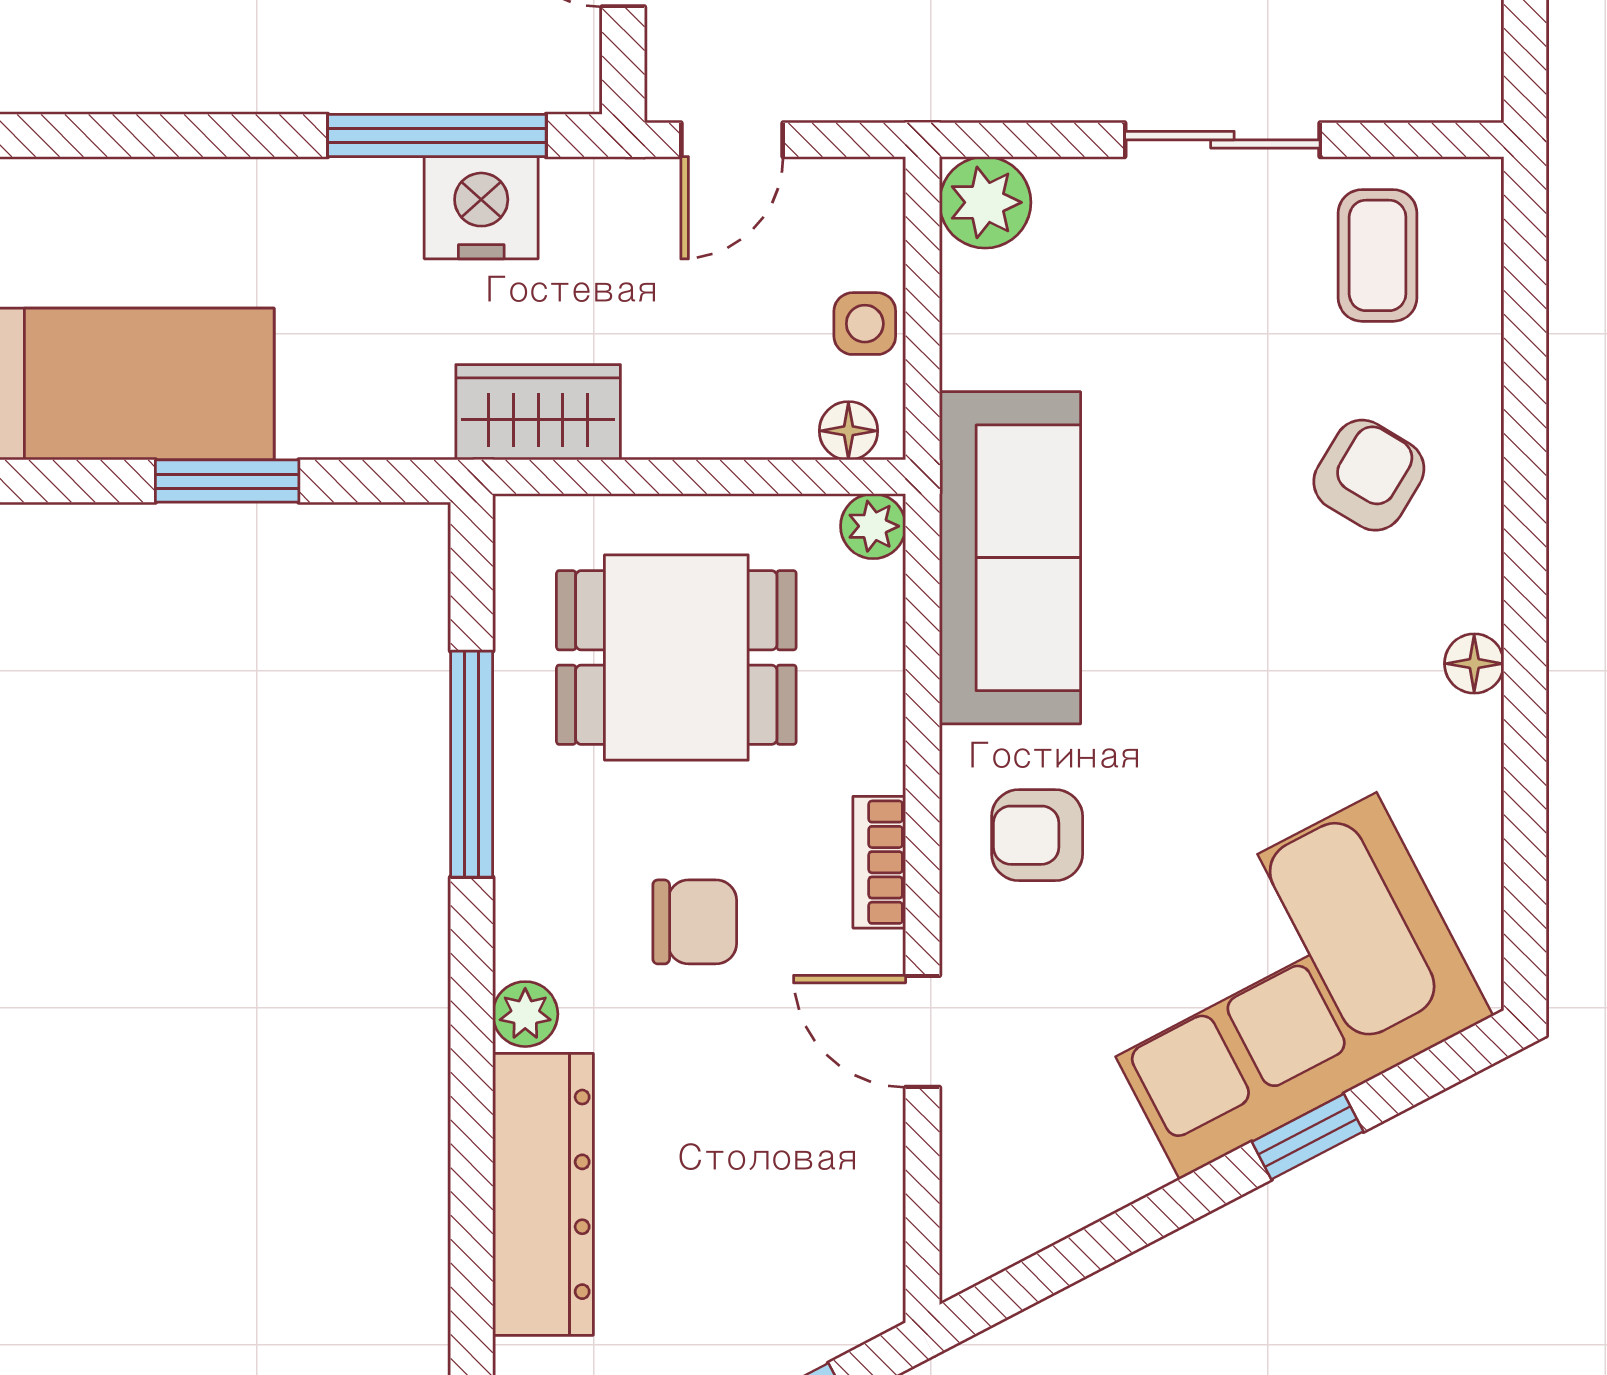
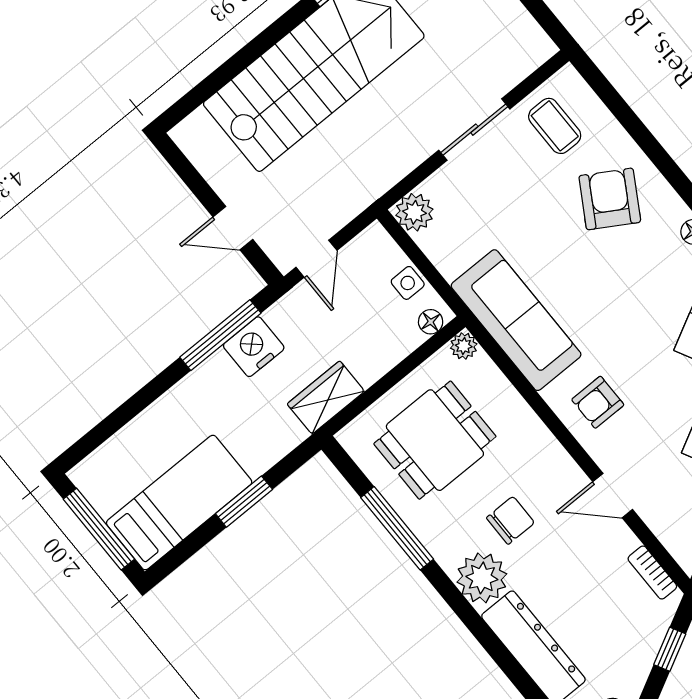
armchair: (1369, 475) -> (610, 199), width x1.38, depth x1.38
bookcase: (879, 862) -> (652, 572), moved
plant: (525, 1014) -> (482, 578), width x1.88, depth x1.88

